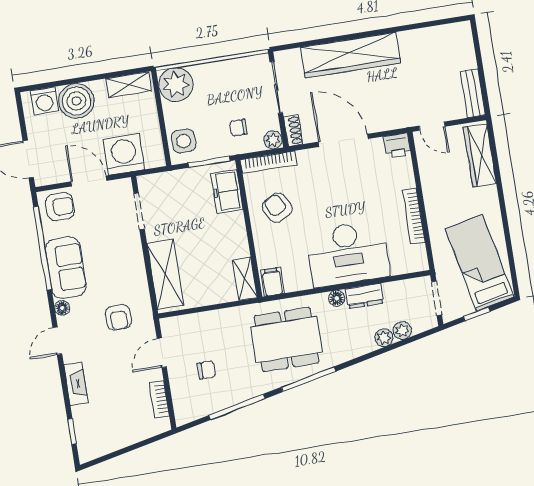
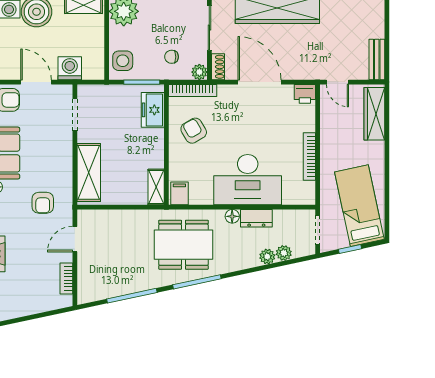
washing machine: (124, 154) -> (70, 68), width x0.73, depth x0.73
chair: (206, 370) -> (111, 260), removed

